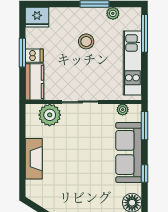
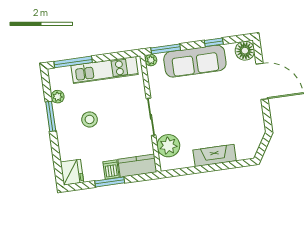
plant: (123, 110) -> (151, 60), moved

